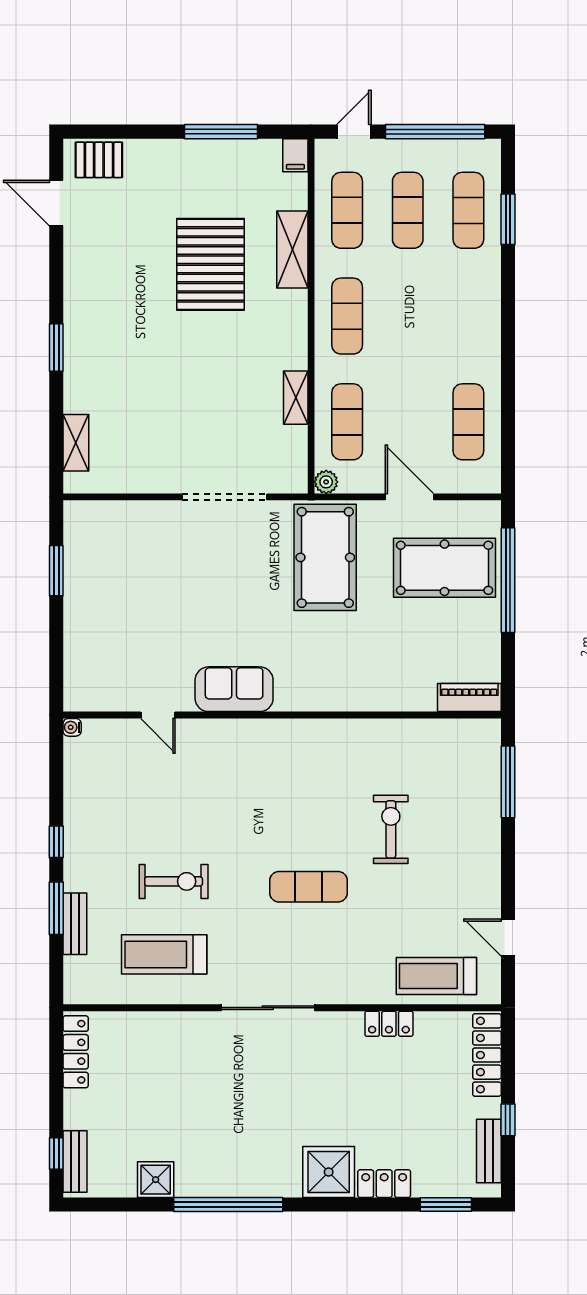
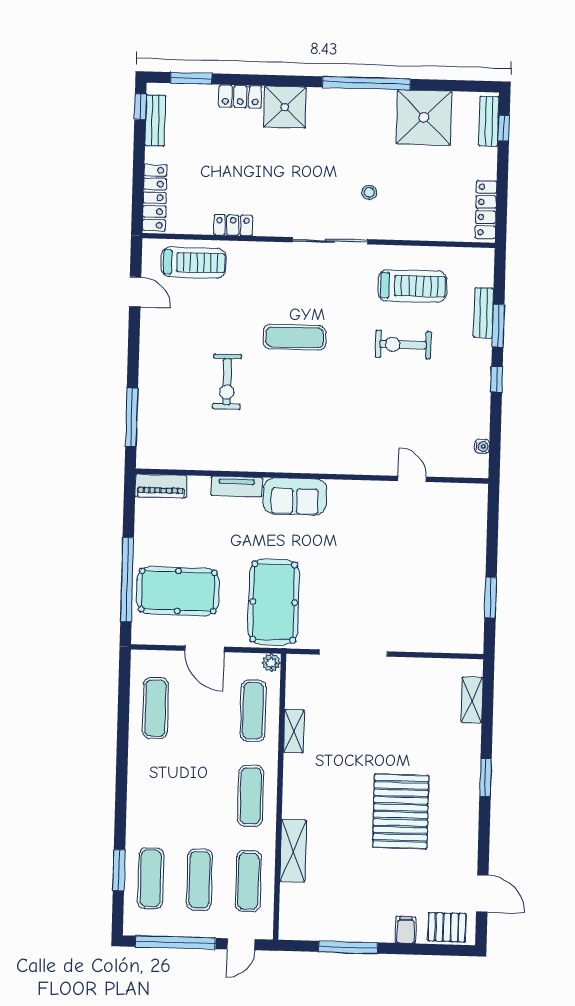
filing cabinet: (295, 155) -> (406, 930), moved
pallet: (210, 264) -> (401, 811), moved
sofa: (234, 689) -> (295, 496), moved
tv unit: (375, 700) -> (237, 486), added
water cooler: (72, 727) -> (482, 446), moved
stool: (221, 1069) -> (369, 192), added
window: (508, 1120) -> (140, 107), moved
shower: (156, 1180) -> (424, 117), width x1.86, depth x1.86

